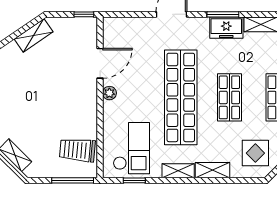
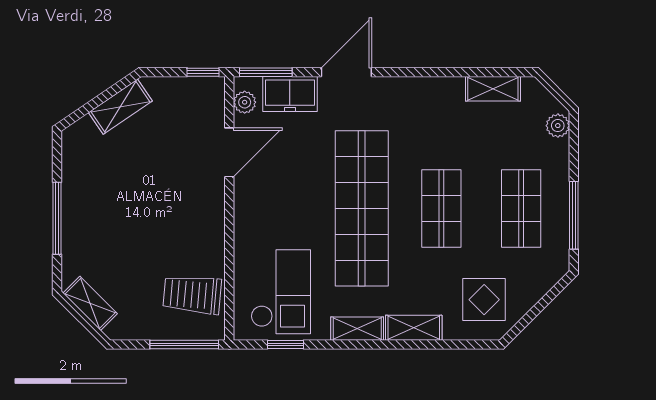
window: (223, 14) -> (266, 72), moved
freezer: (226, 28) -> (290, 94), moved
plant: (109, 93) -> (245, 102), moved

